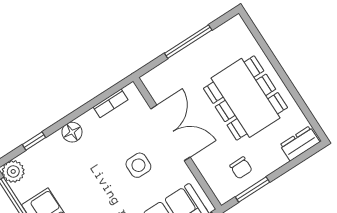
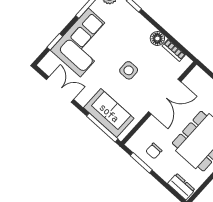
floor lamp: (72, 132) -> (157, 38), moved
side table: (138, 165) -> (129, 70), moved

